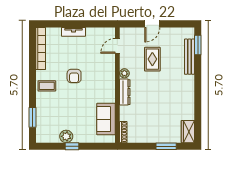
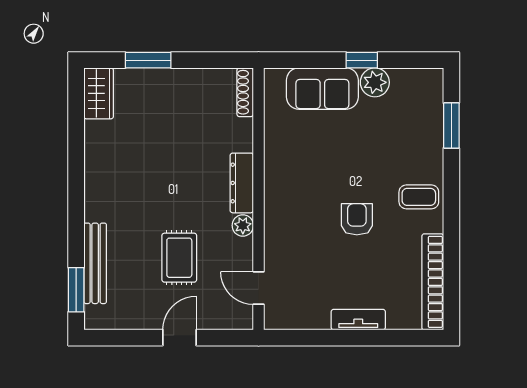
door: (117, 46) -> (259, 288), swing flipped
sofa: (106, 119) -> (322, 89), moved, turned 90

